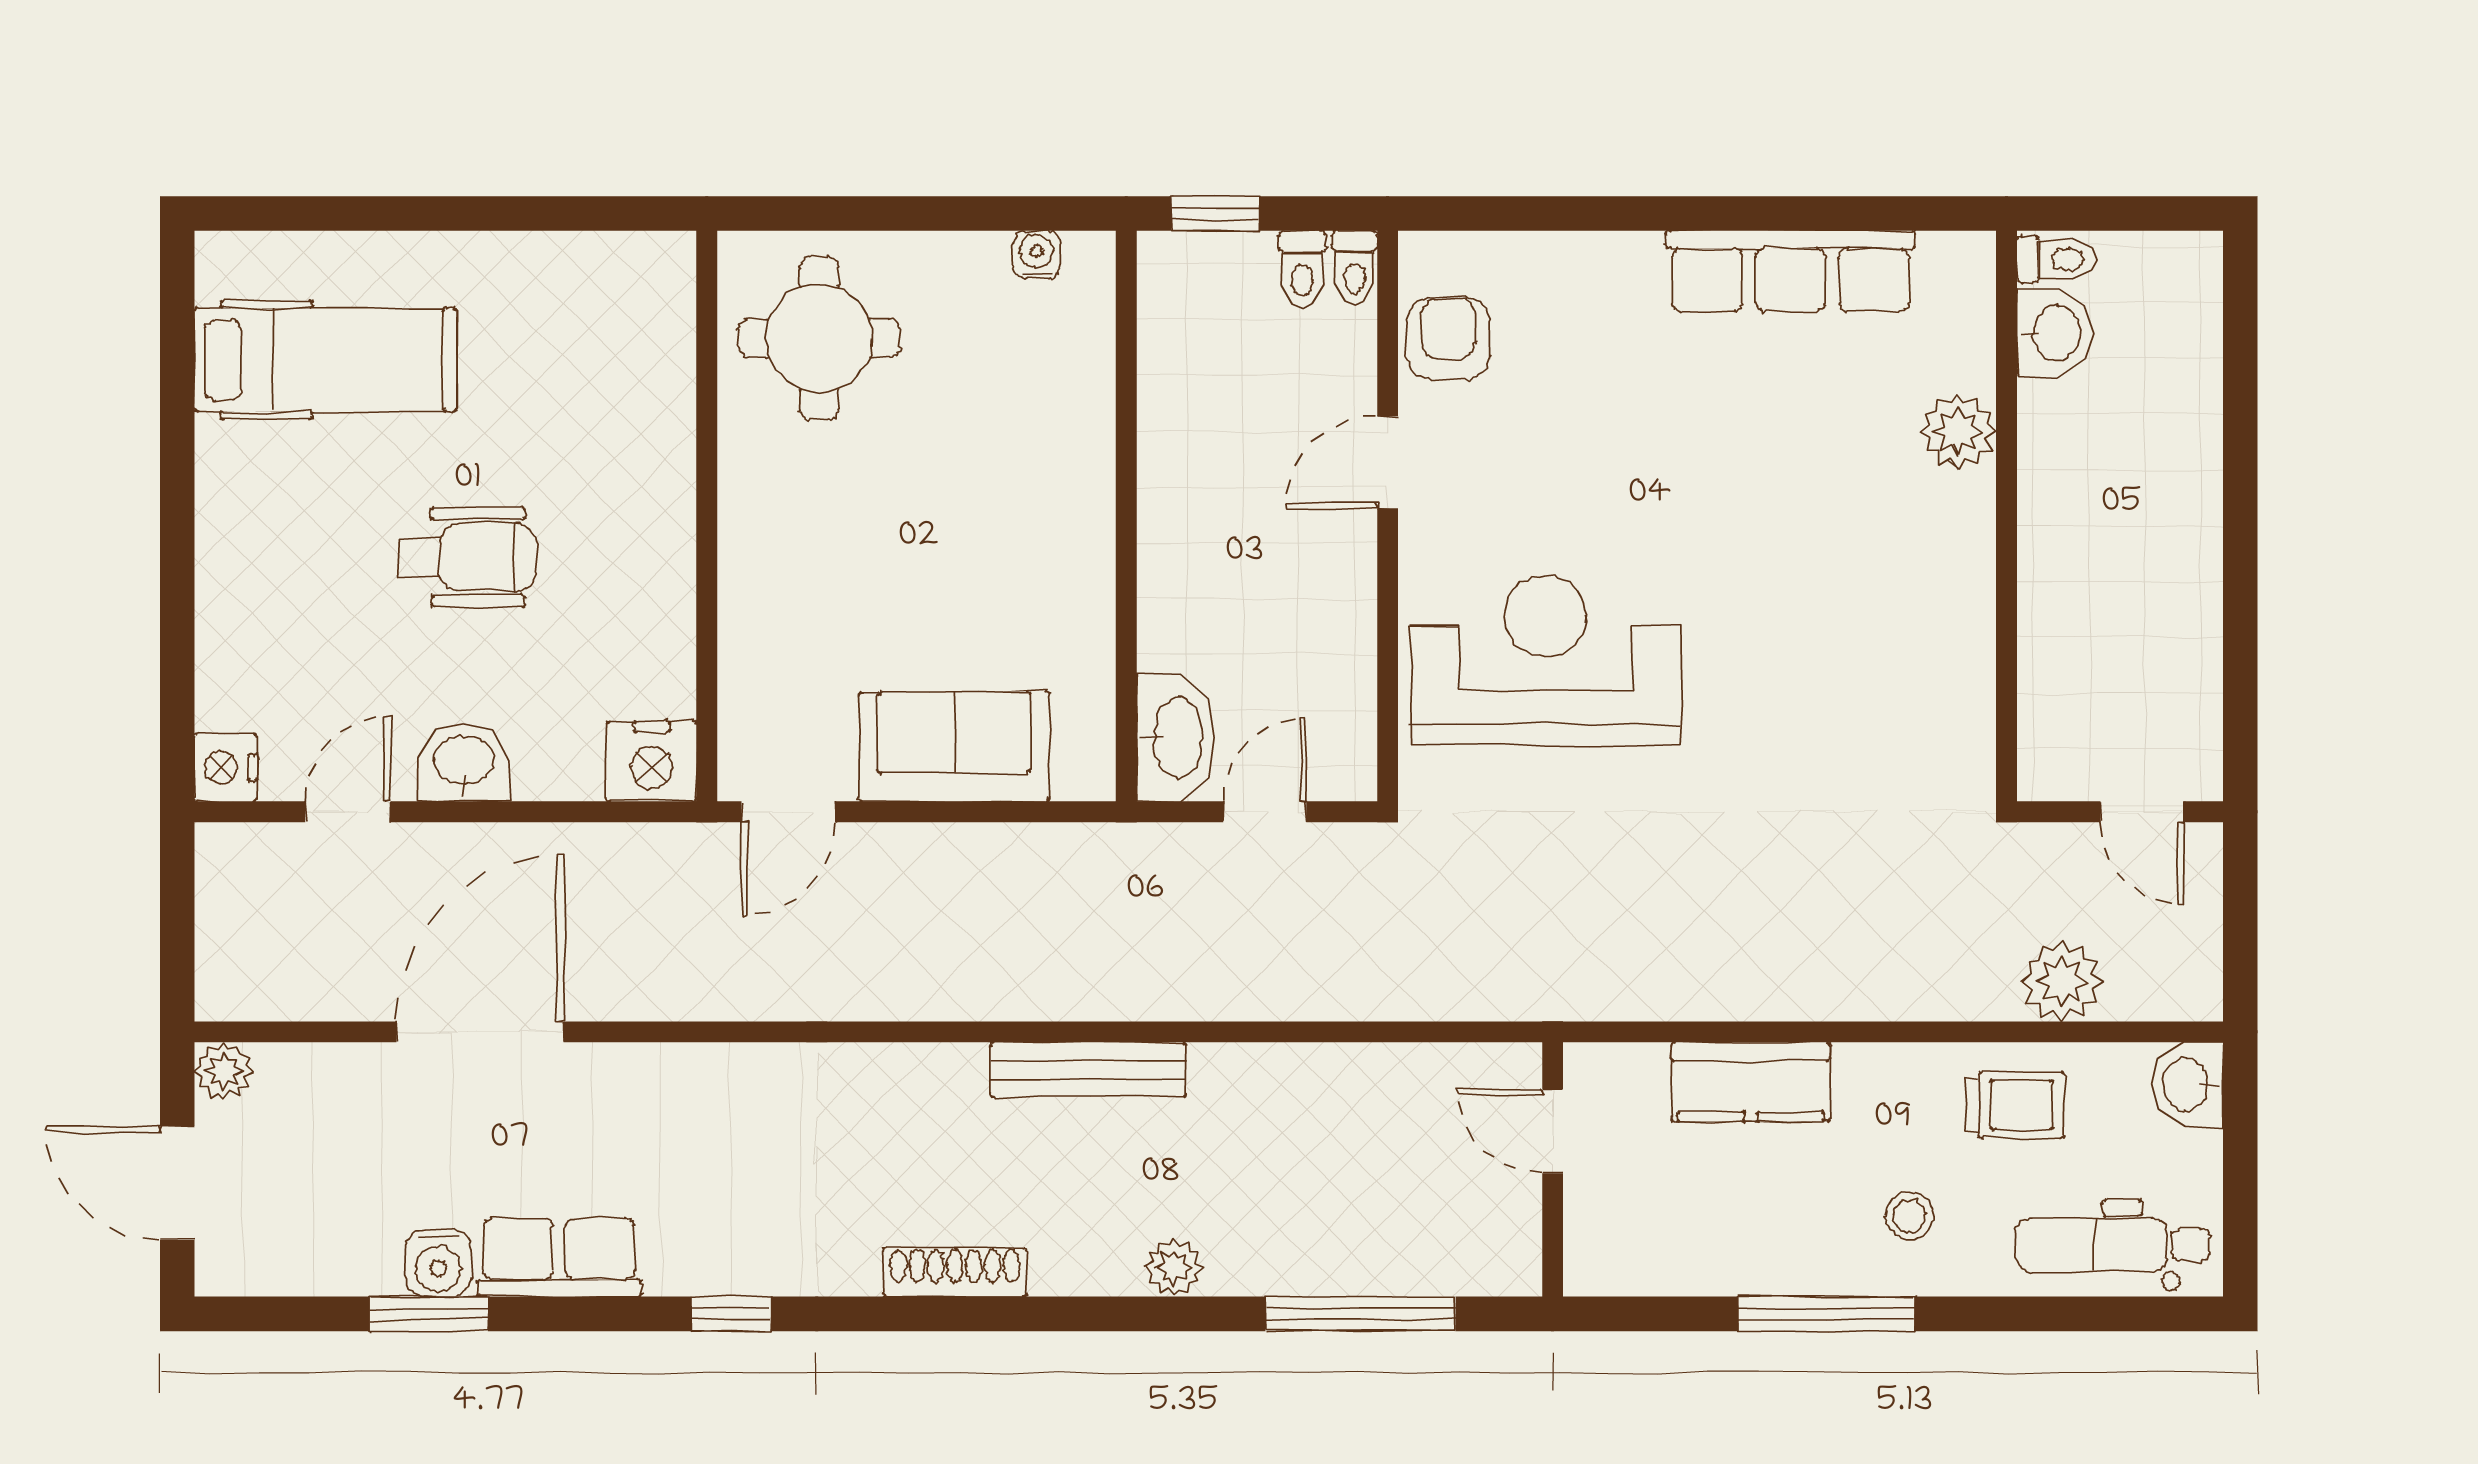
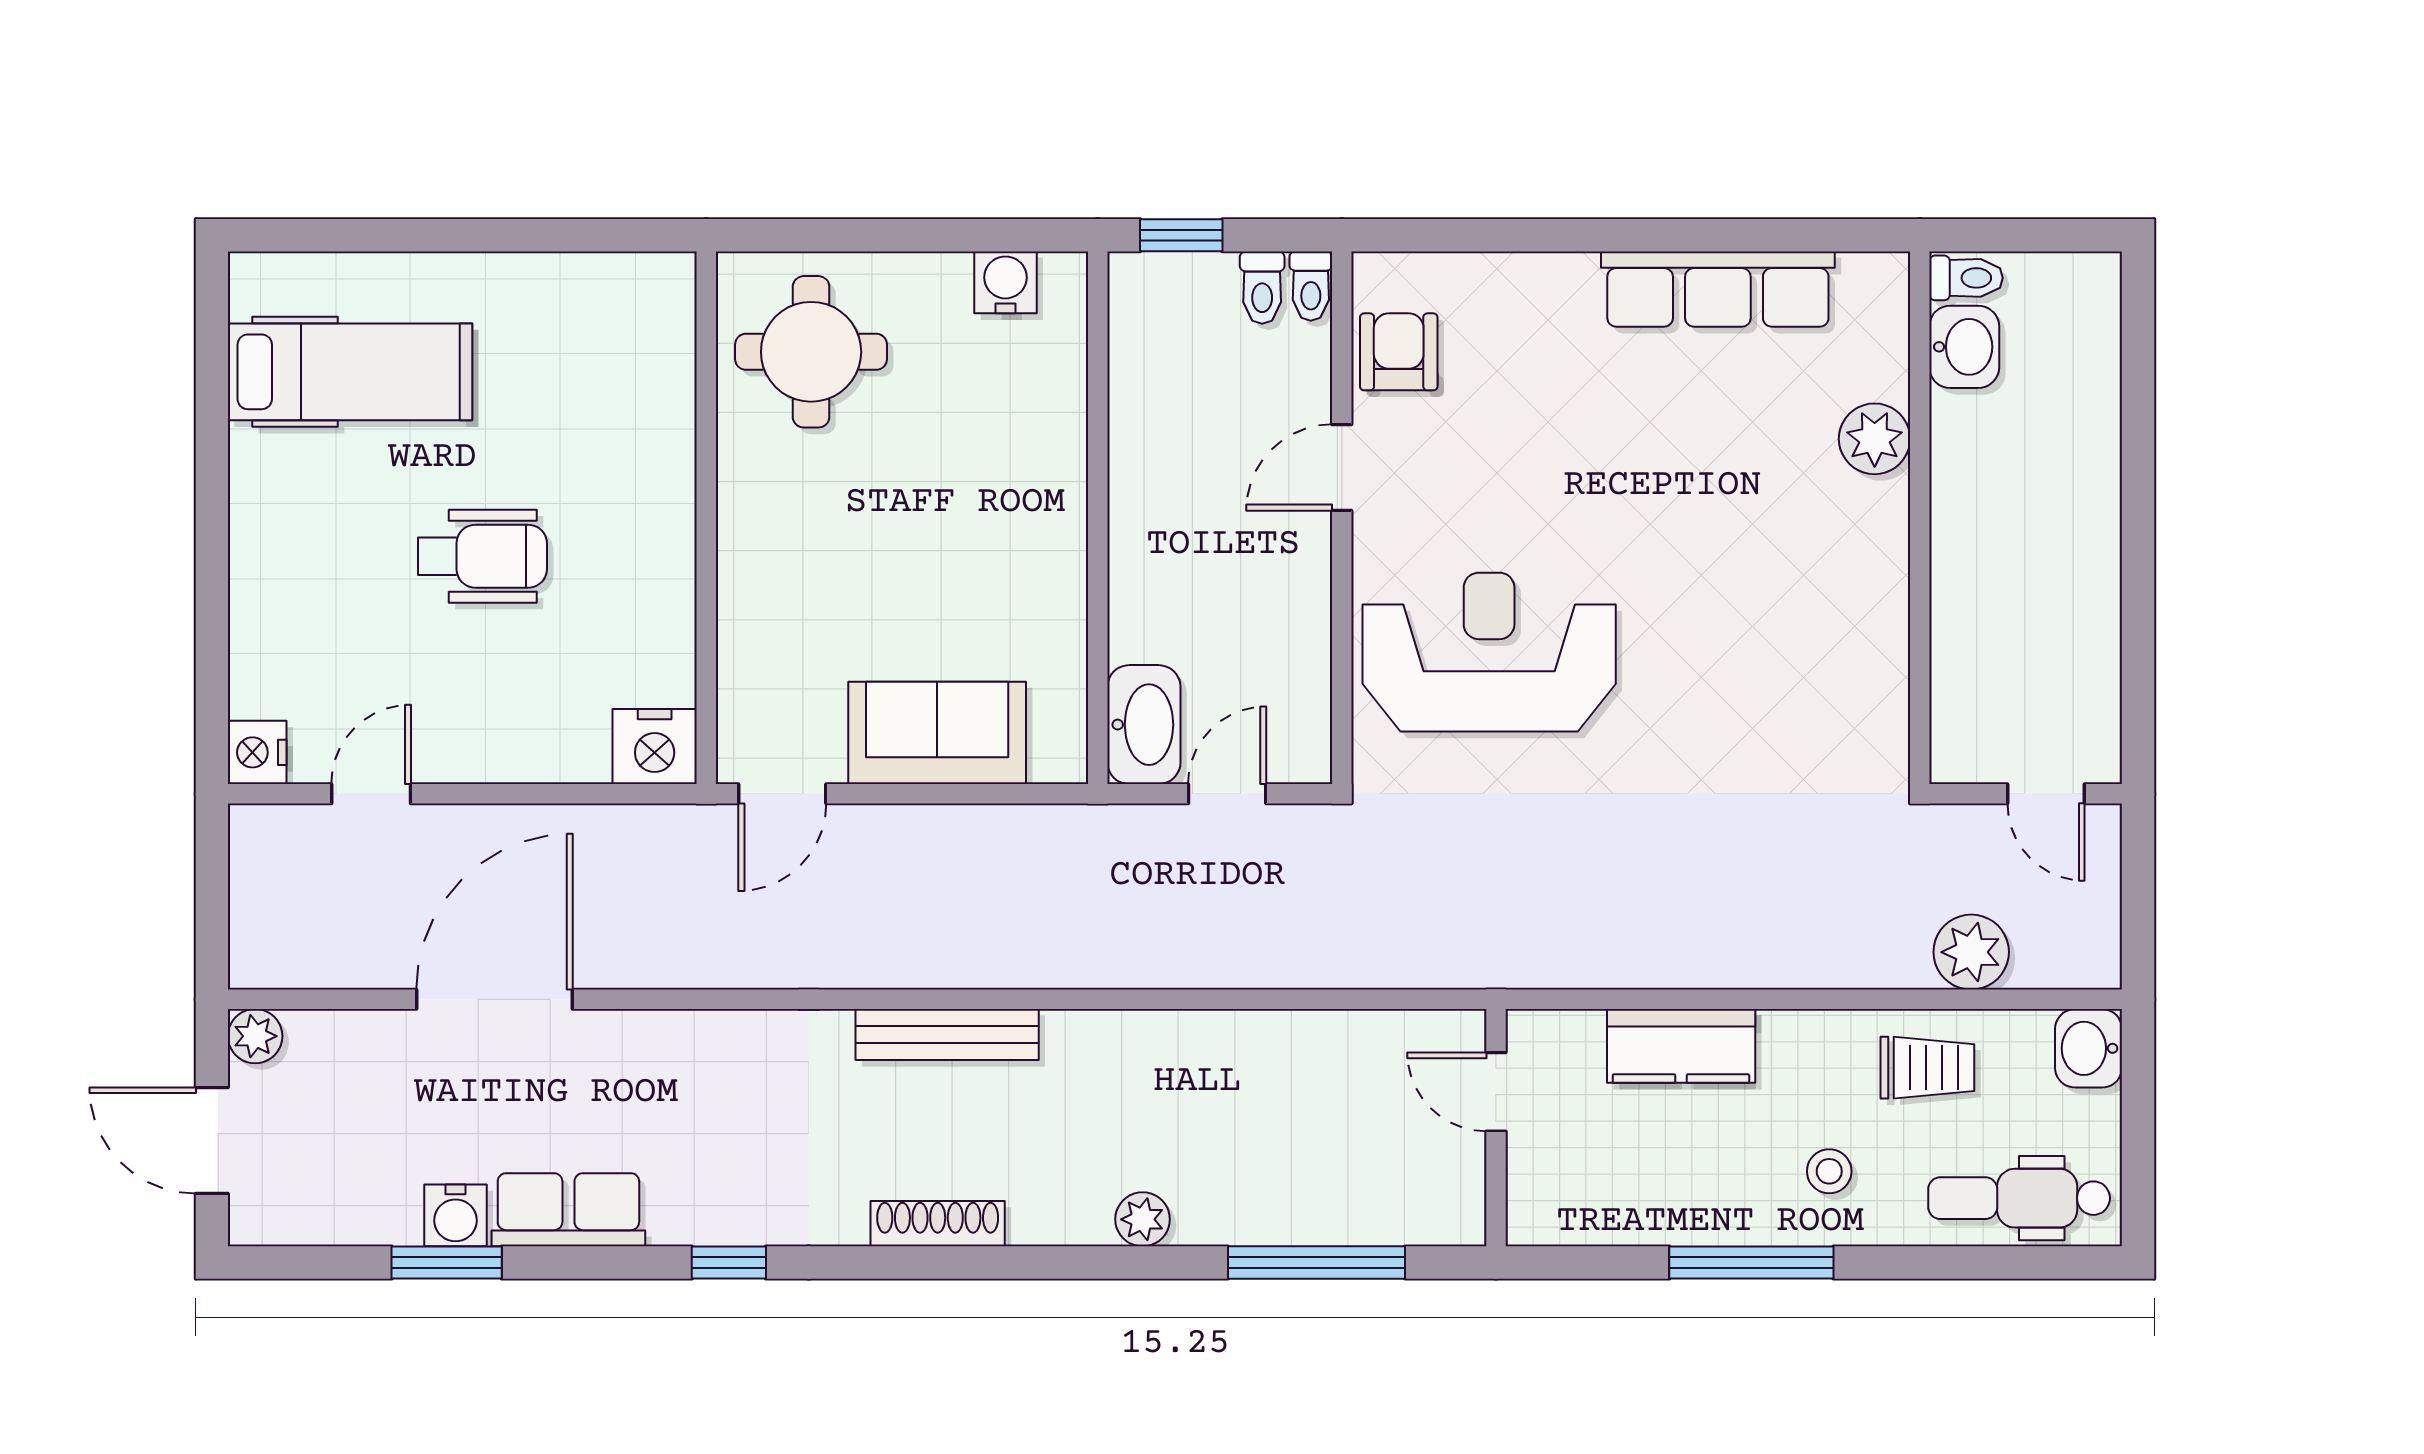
water cooler: (1036, 255) -> (1005, 282), width x1.38, depth x1.38
washbasin: (464, 762) -> (480, 748), removed
bench: (1089, 1070) -> (947, 1035), moved

